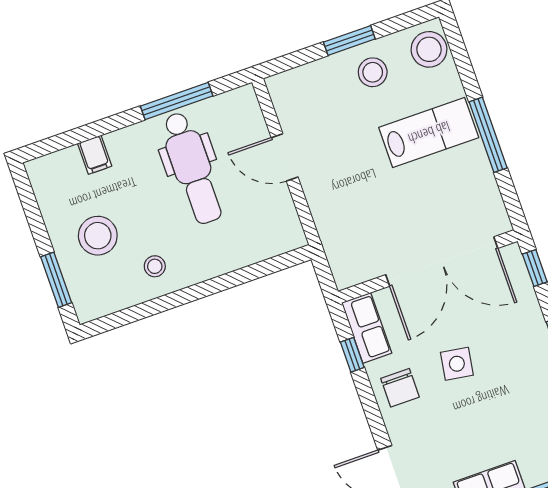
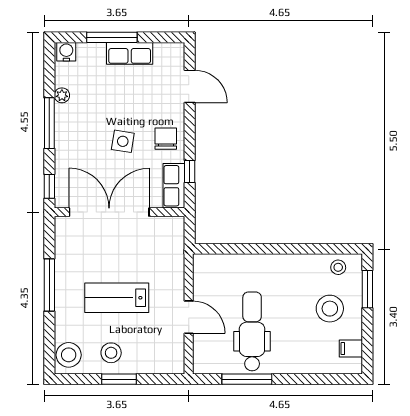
lab bench: (429, 133) -> (117, 298), moved
filing cabinet: (95, 155) -> (351, 349), moved, turned -90
stool: (155, 266) -> (338, 267), moved

